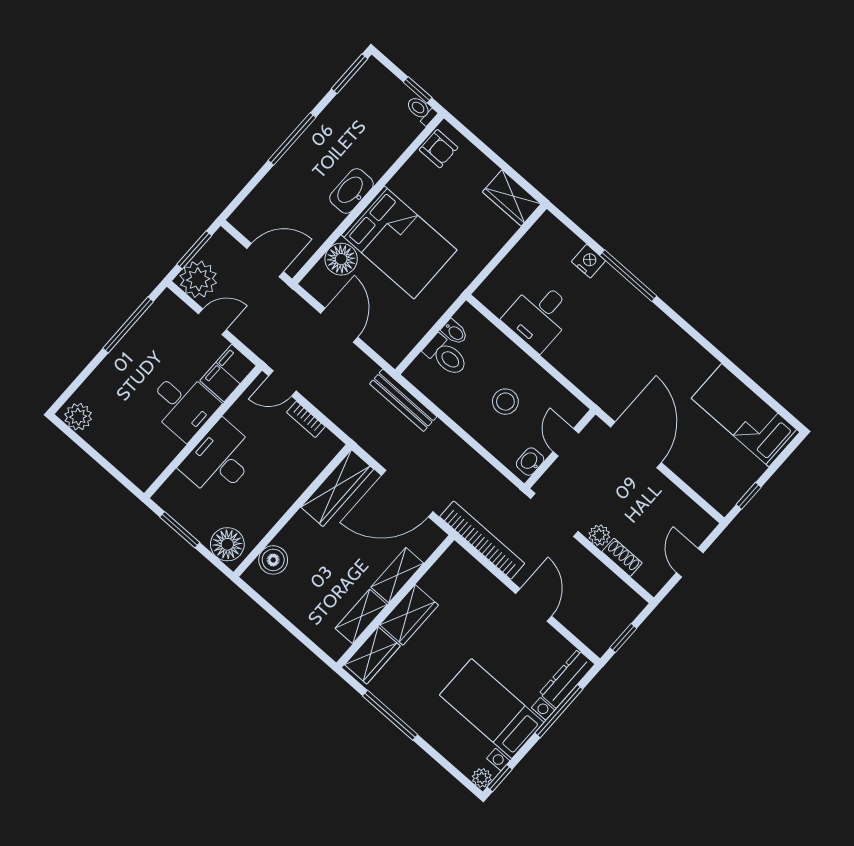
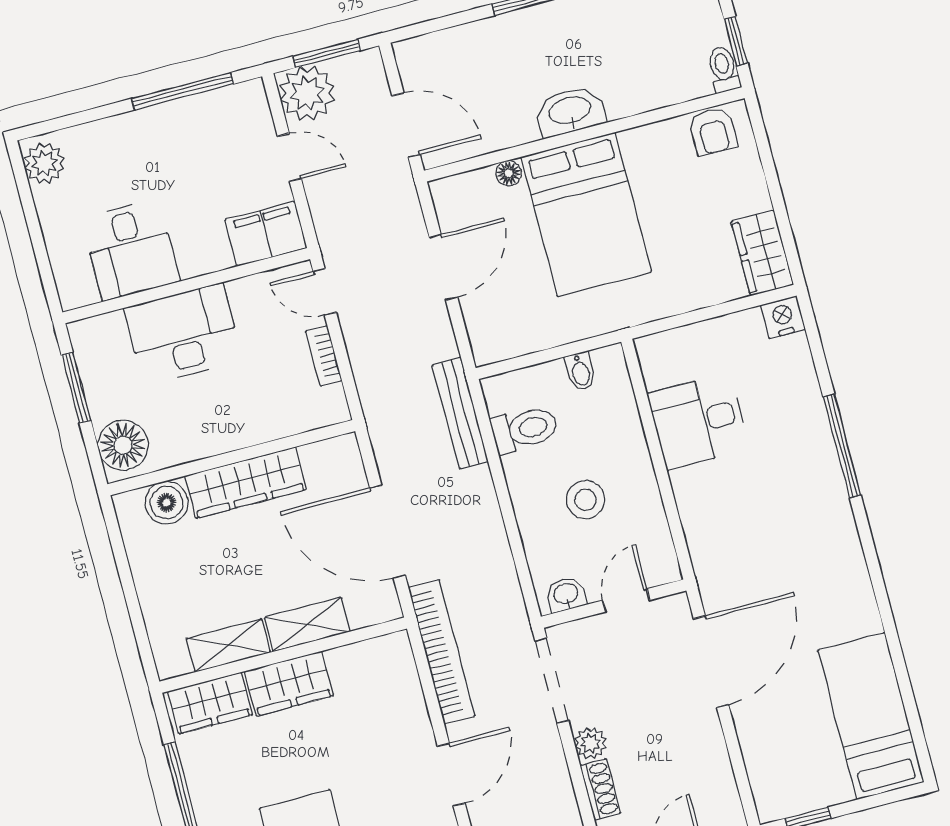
floor lamp: (341, 259) -> (509, 173), width x0.53, depth x0.53
nightstand: (588, 261) -> (783, 317), moved, turned -90
toilet: (446, 355) -> (524, 429), moved, turned -90
desk: (183, 405) -> (131, 250), moved
wardrobe: (337, 488) -> (246, 483), moved

